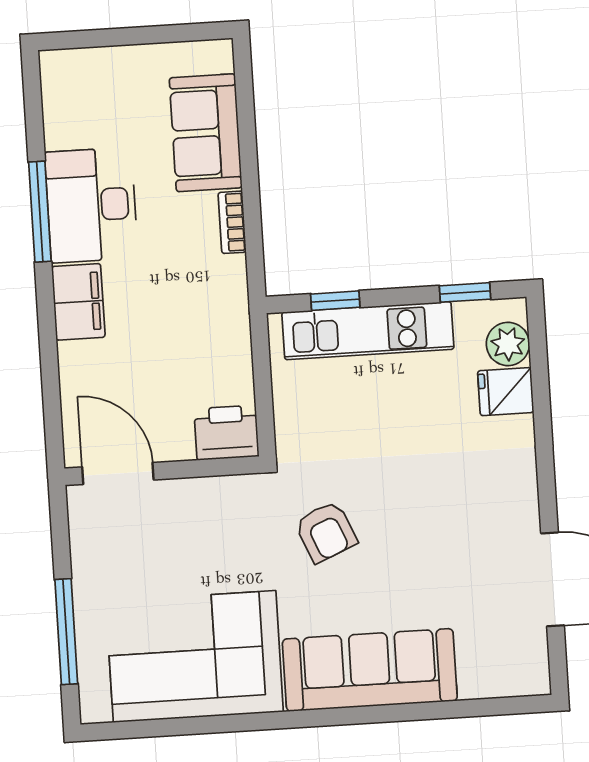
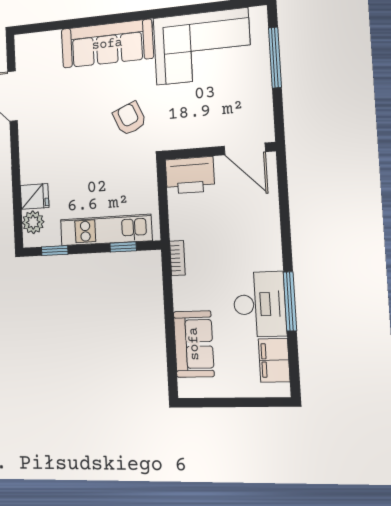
bookcase: (232, 222) -> (177, 258), moved
filing cabinet: (78, 302) -> (274, 360), moved
printer: (226, 433) -> (190, 175), width x1.37, depth x1.19

